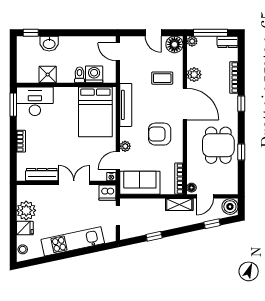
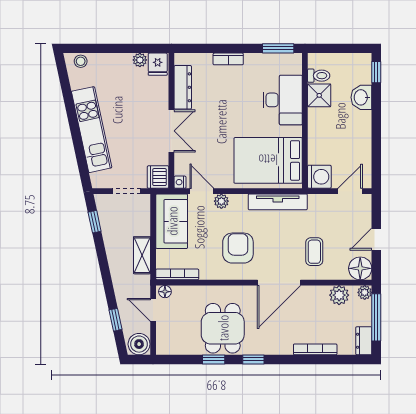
washing machine: (94, 74) -> (319, 177), moved
toilet: (80, 75) -> (319, 76), moved
plant: (194, 75) -> (339, 295), moved
desk: (35, 101) -> (283, 100), moved
window: (241, 104) -> (253, 359), moved
dining table: (218, 145) -> (223, 328), turned 90
shelving: (179, 204) -> (142, 255), moved
plant: (26, 210) -> (140, 60), width x0.53, depth x0.53
fridge: (25, 228) -> (158, 64), moved
window: (154, 236) -> (95, 222), moved

